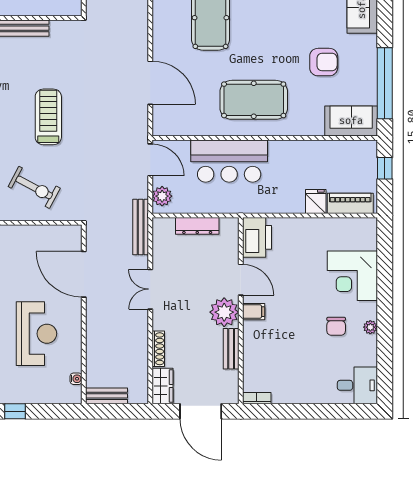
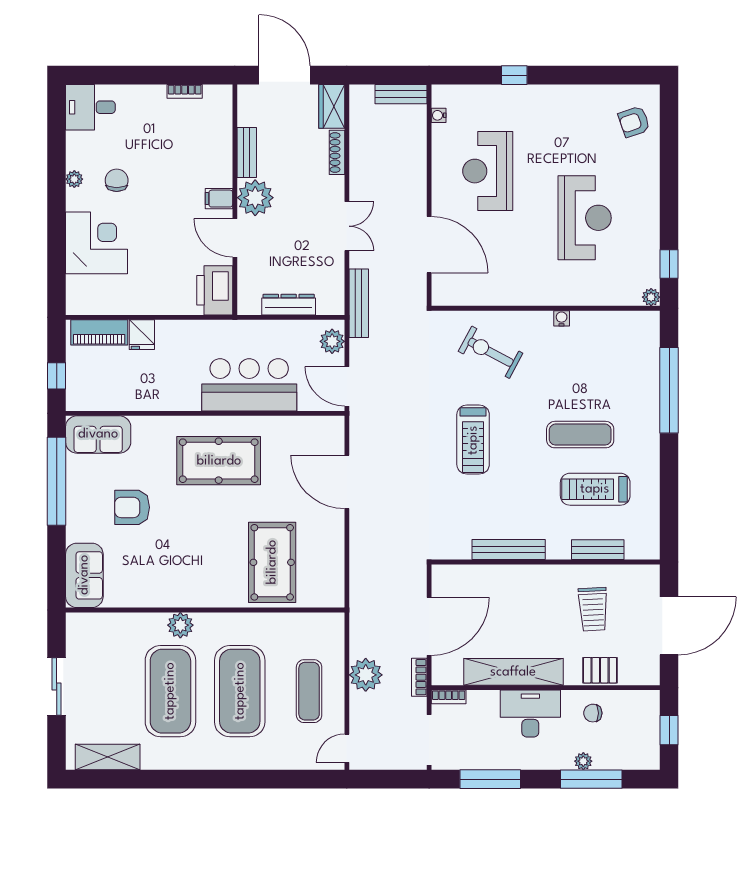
bookcase: (257, 398) -> (185, 91), moved

